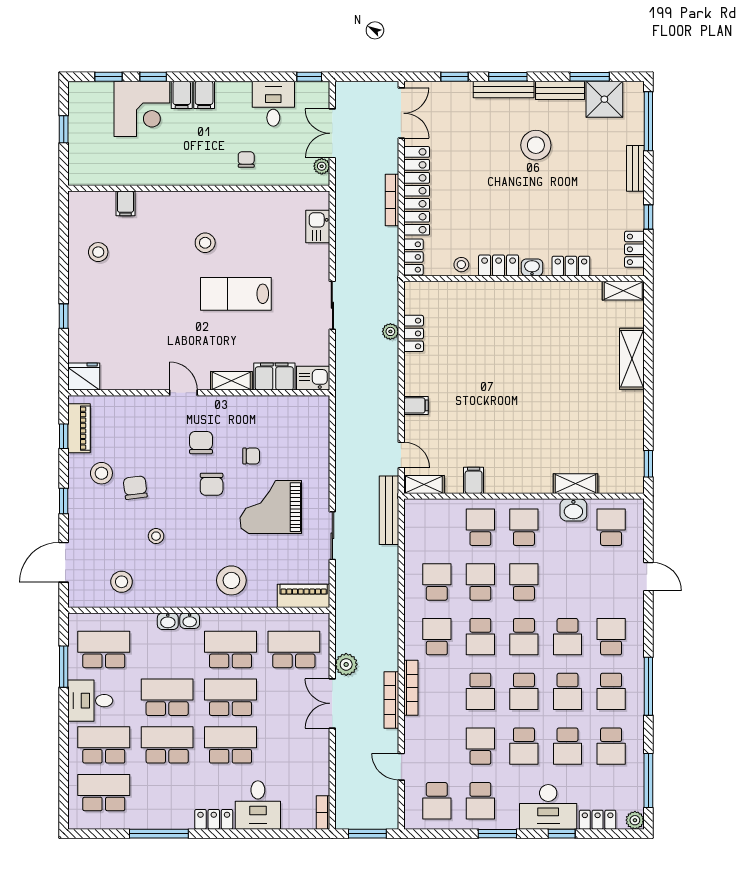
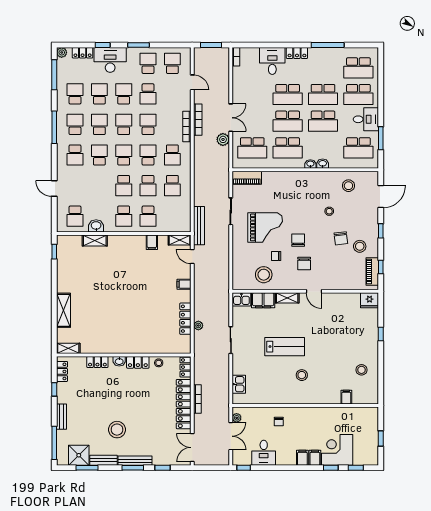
locker: (414, 333) -> (185, 319), width x1.53
stool: (231, 580) -> (264, 275), moved

